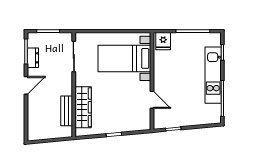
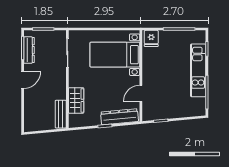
dresser: (33, 58) -> (29, 50), width x1.44
door: (152, 100) -> (141, 93), swing flipped
wardrobe: (83, 107) -> (76, 100), width x0.67
bench: (67, 111) -> (61, 114), moved
dresser: (129, 125) -> (120, 117), added

